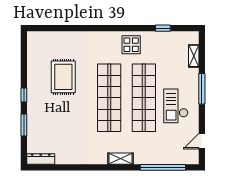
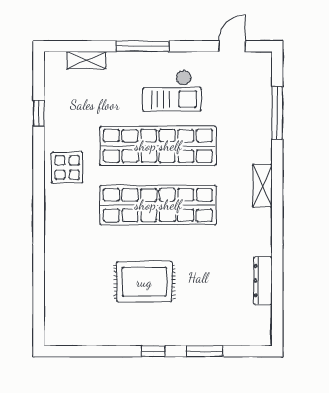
rug: (63, 77) -> (144, 282), moved
door: (202, 141) -> (232, 46), swing flipped
dresser: (41, 159) -> (263, 281), moved
window: (163, 167) -> (277, 113), width x0.68

